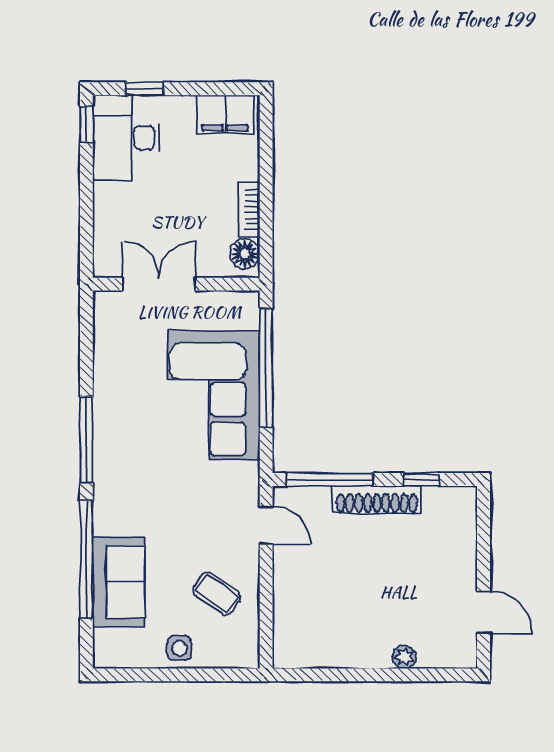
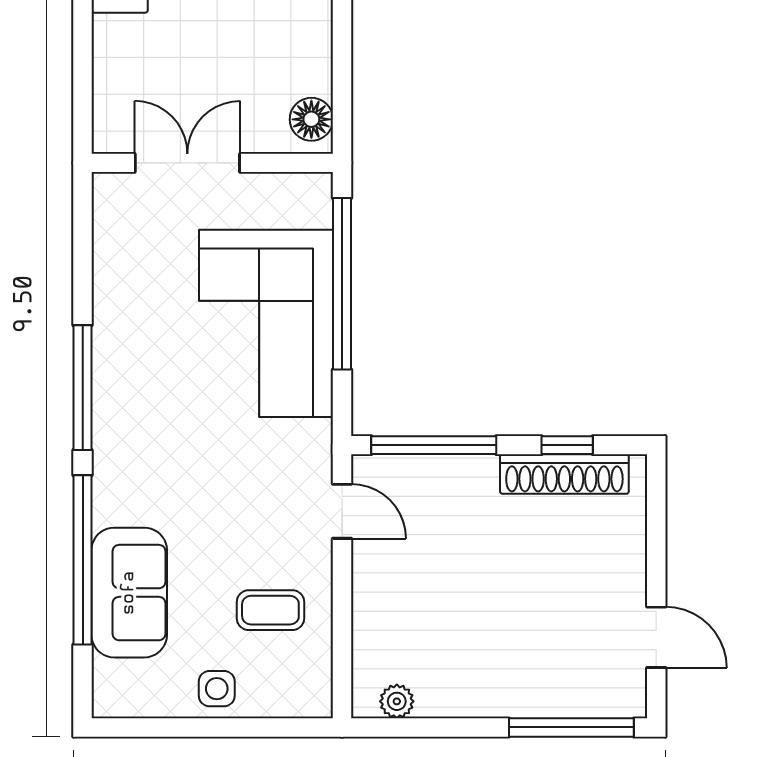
bookcase: (249, 210) -> (317, 55), removed
shoe rack: (377, 500) -> (564, 474), moved
coffee table: (217, 594) -> (270, 610), turned -35
plant: (404, 657) -> (397, 701), moved
window: (425, 675) -> (571, 727), added

